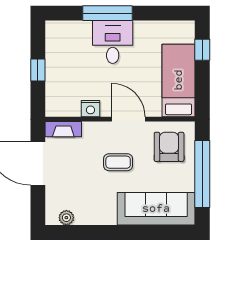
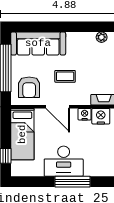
desk: (113, 42) -> (64, 161), width x1.37
nightstand: (67, 106) -> (101, 116), added

